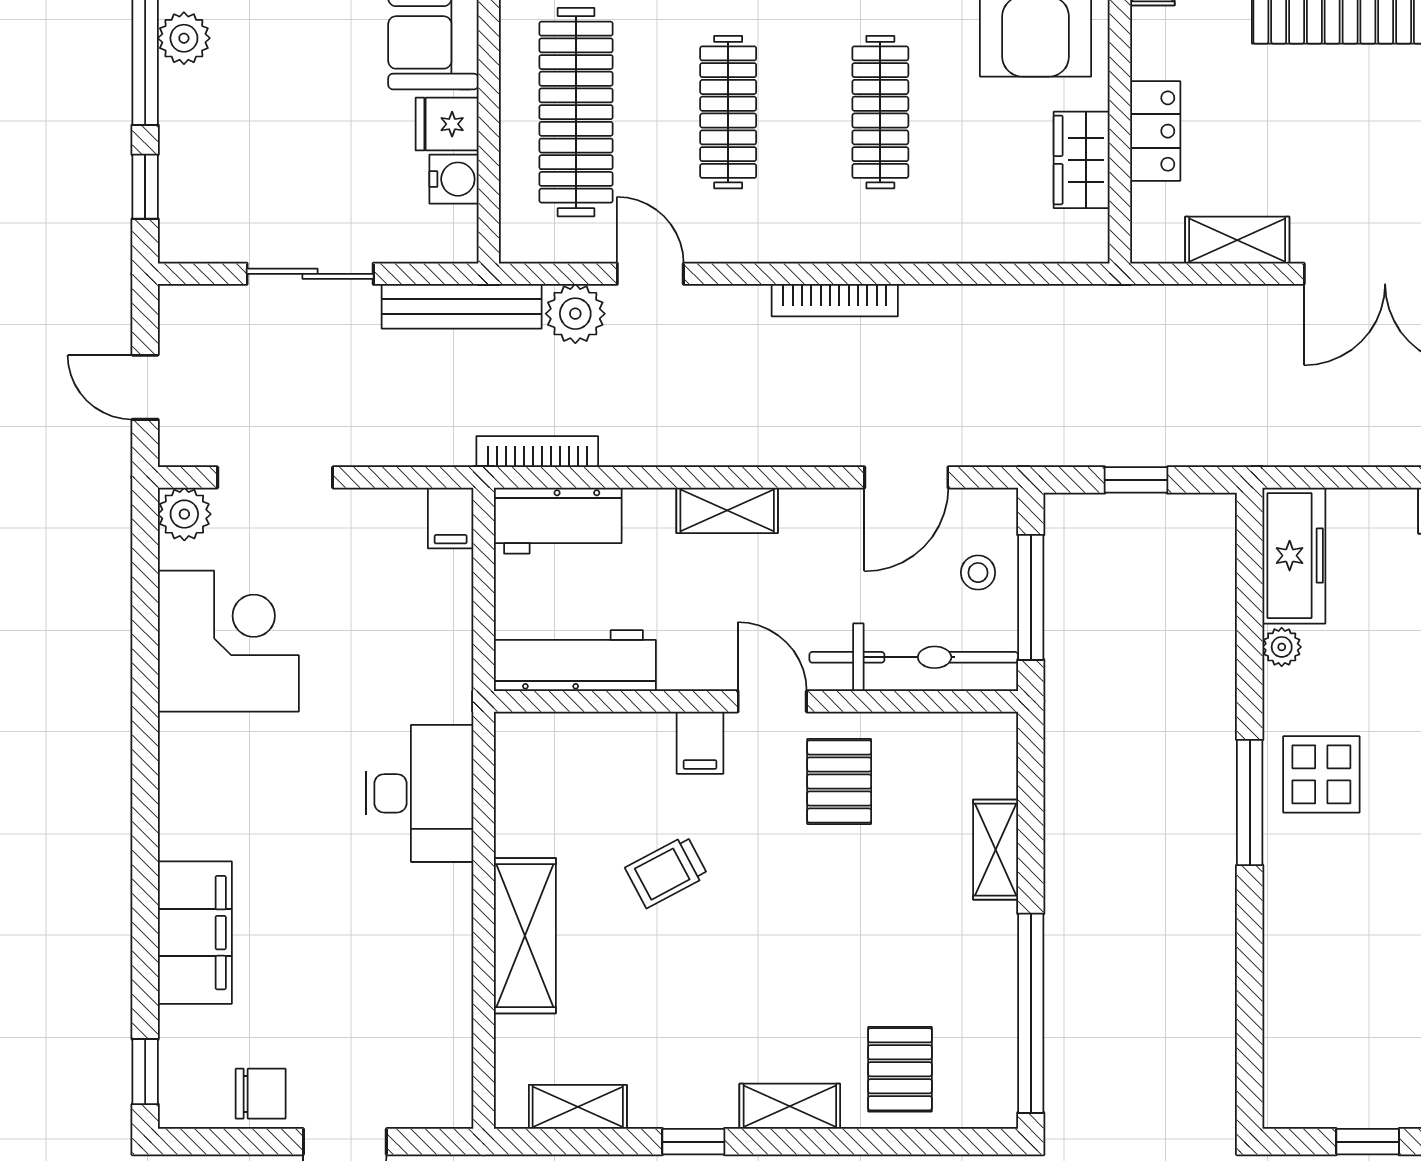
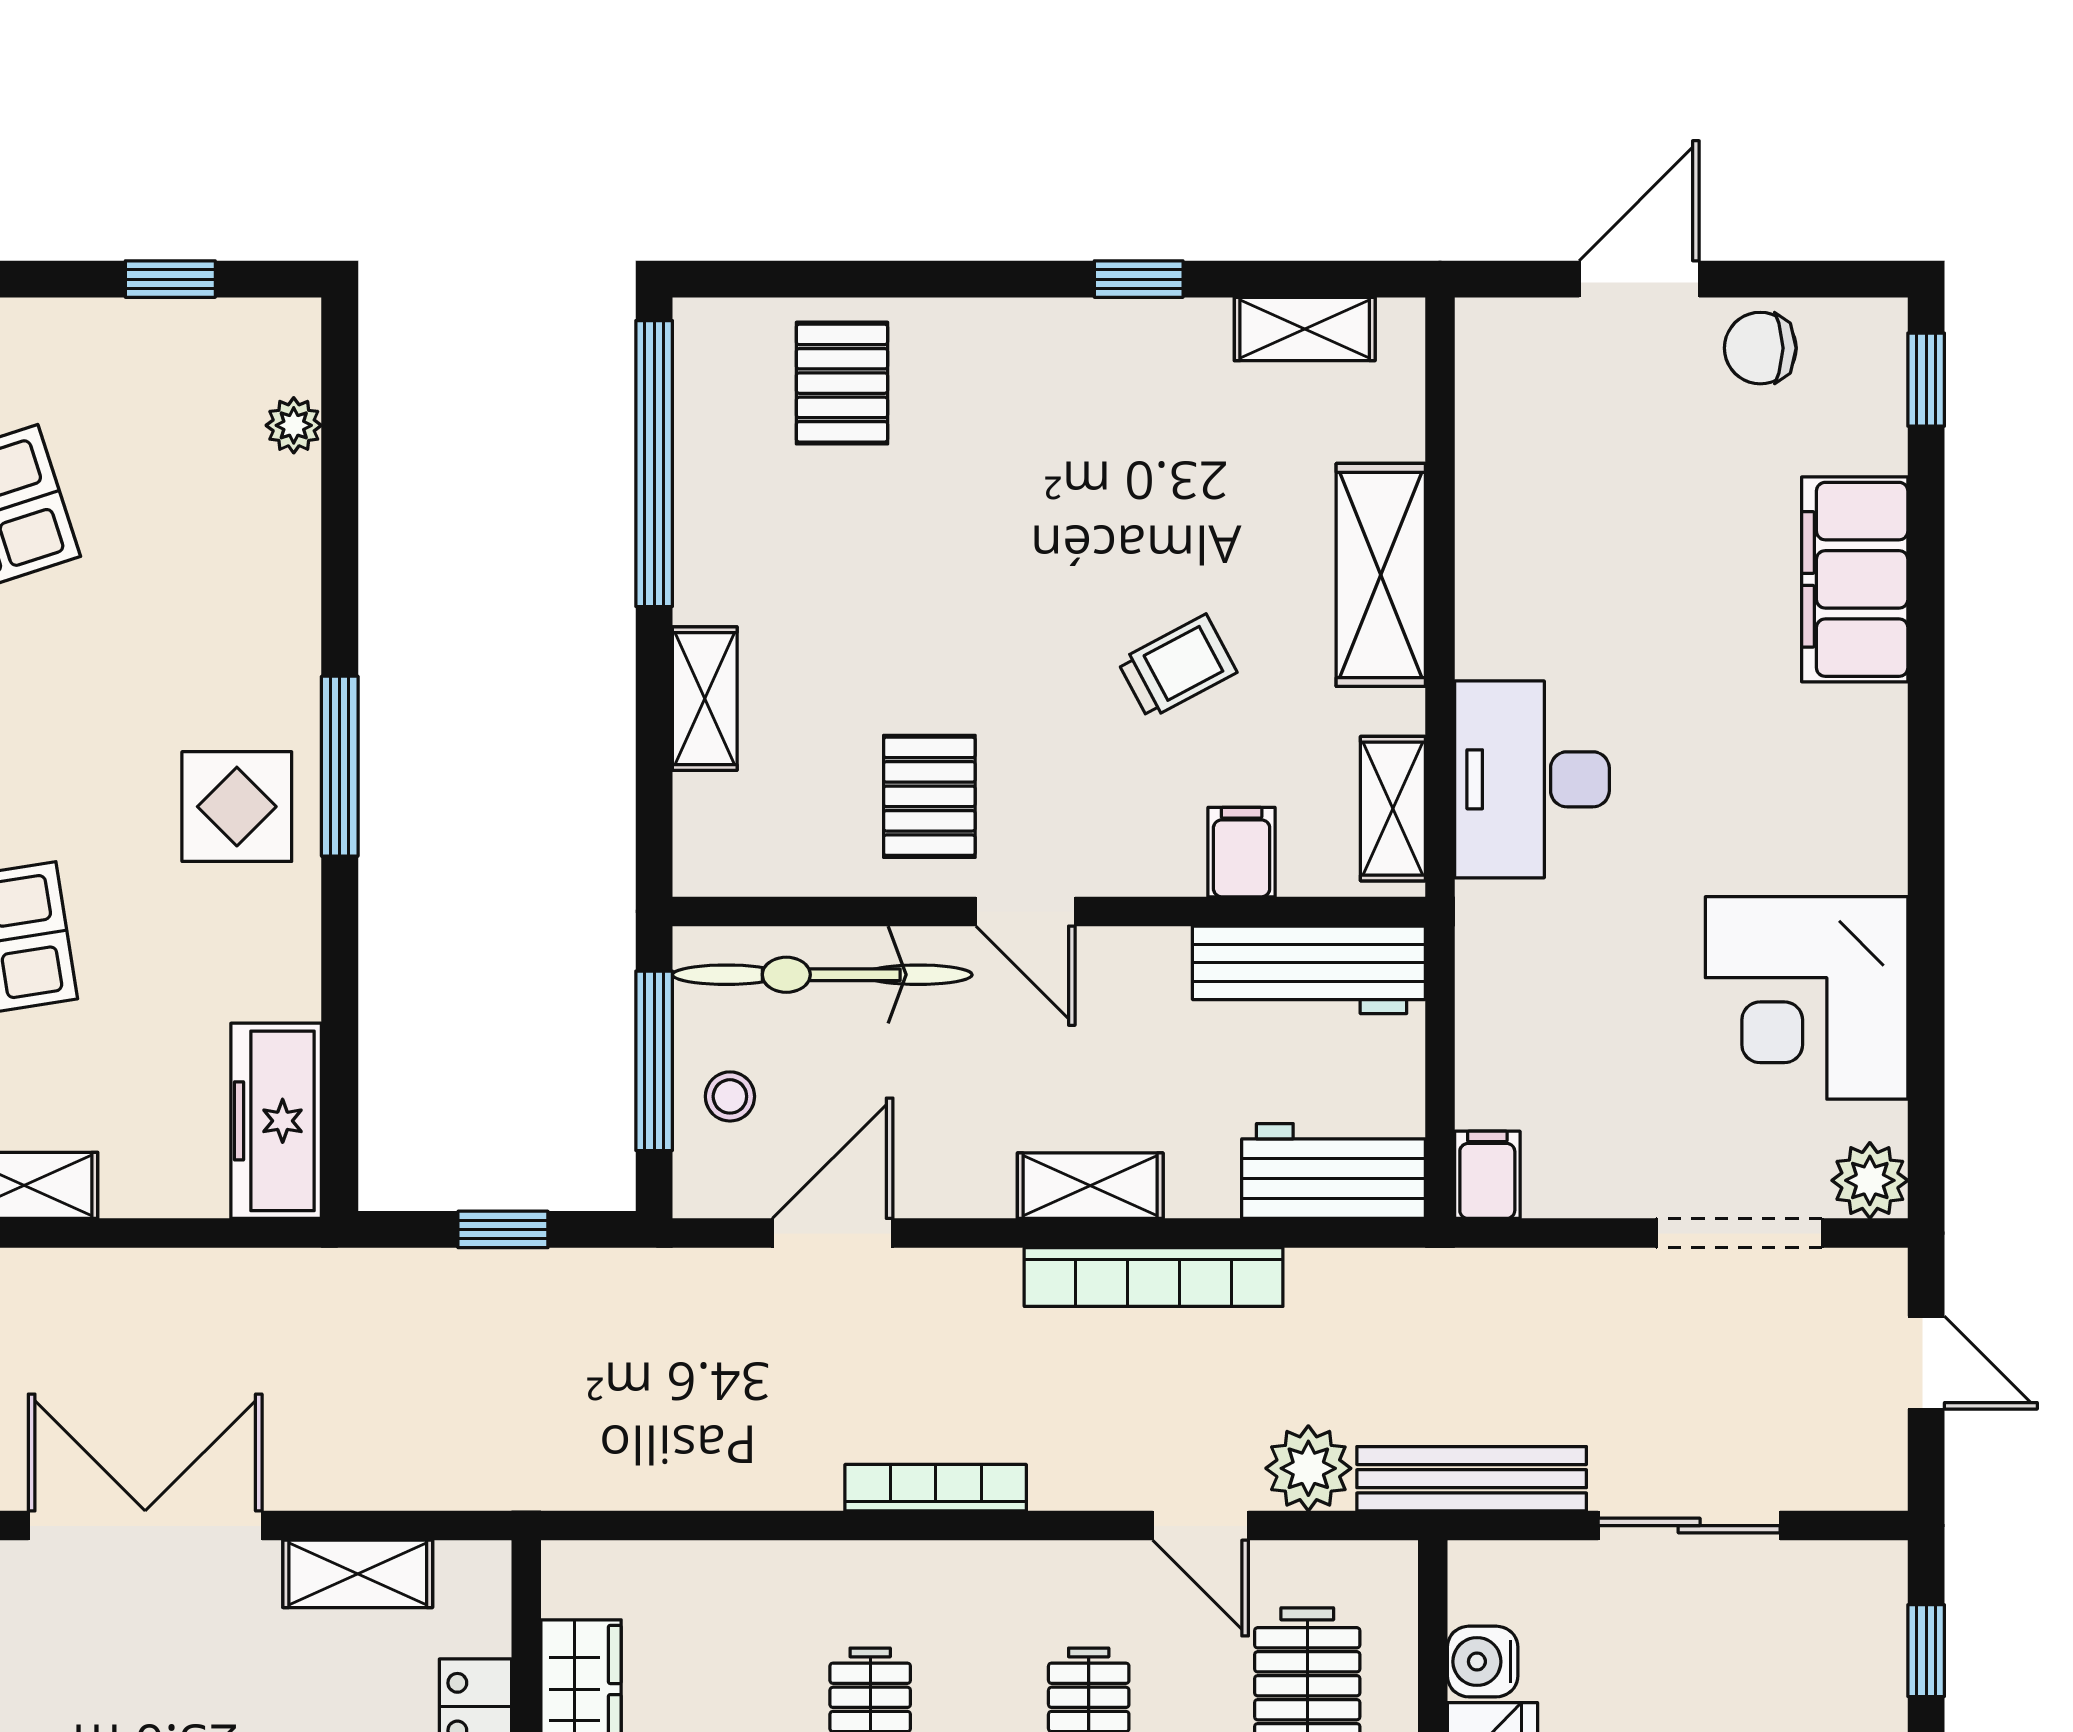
bookcase: (537, 452) -> (1154, 1277), moved, width x1.48, depth x1.31
plant: (1282, 647) -> (294, 425), moved
filing cabinet: (700, 743) -> (1242, 852), moved
shelving: (790, 1106) -> (1393, 809), moved, turned 90

